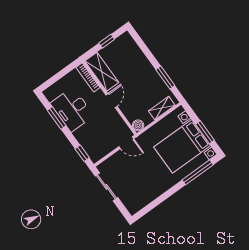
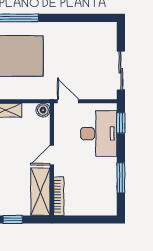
desk: (72, 109) -> (99, 134), moved

